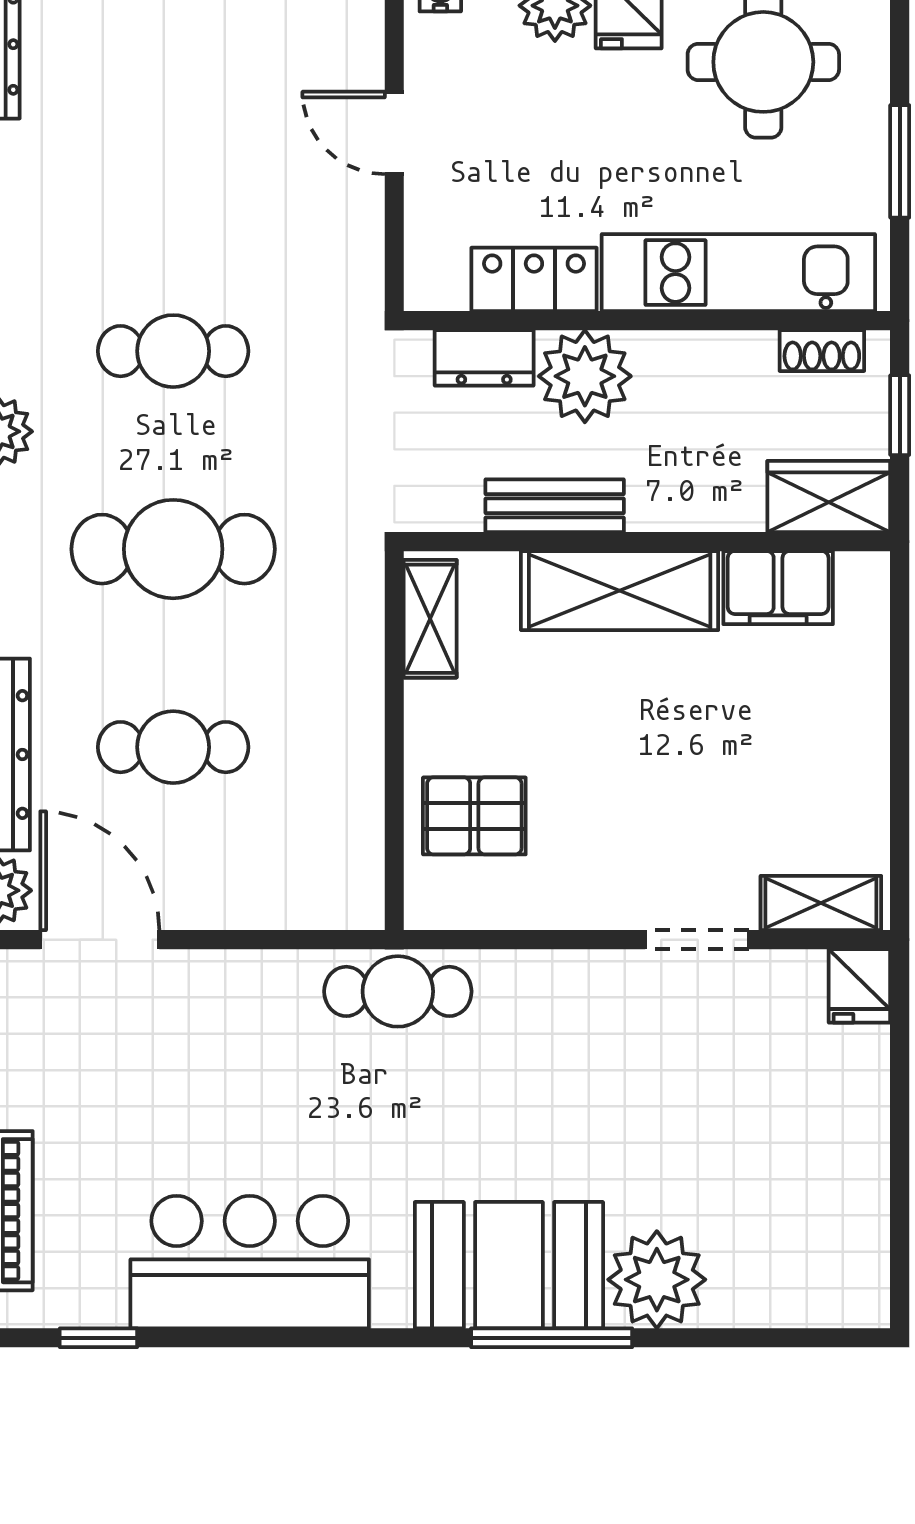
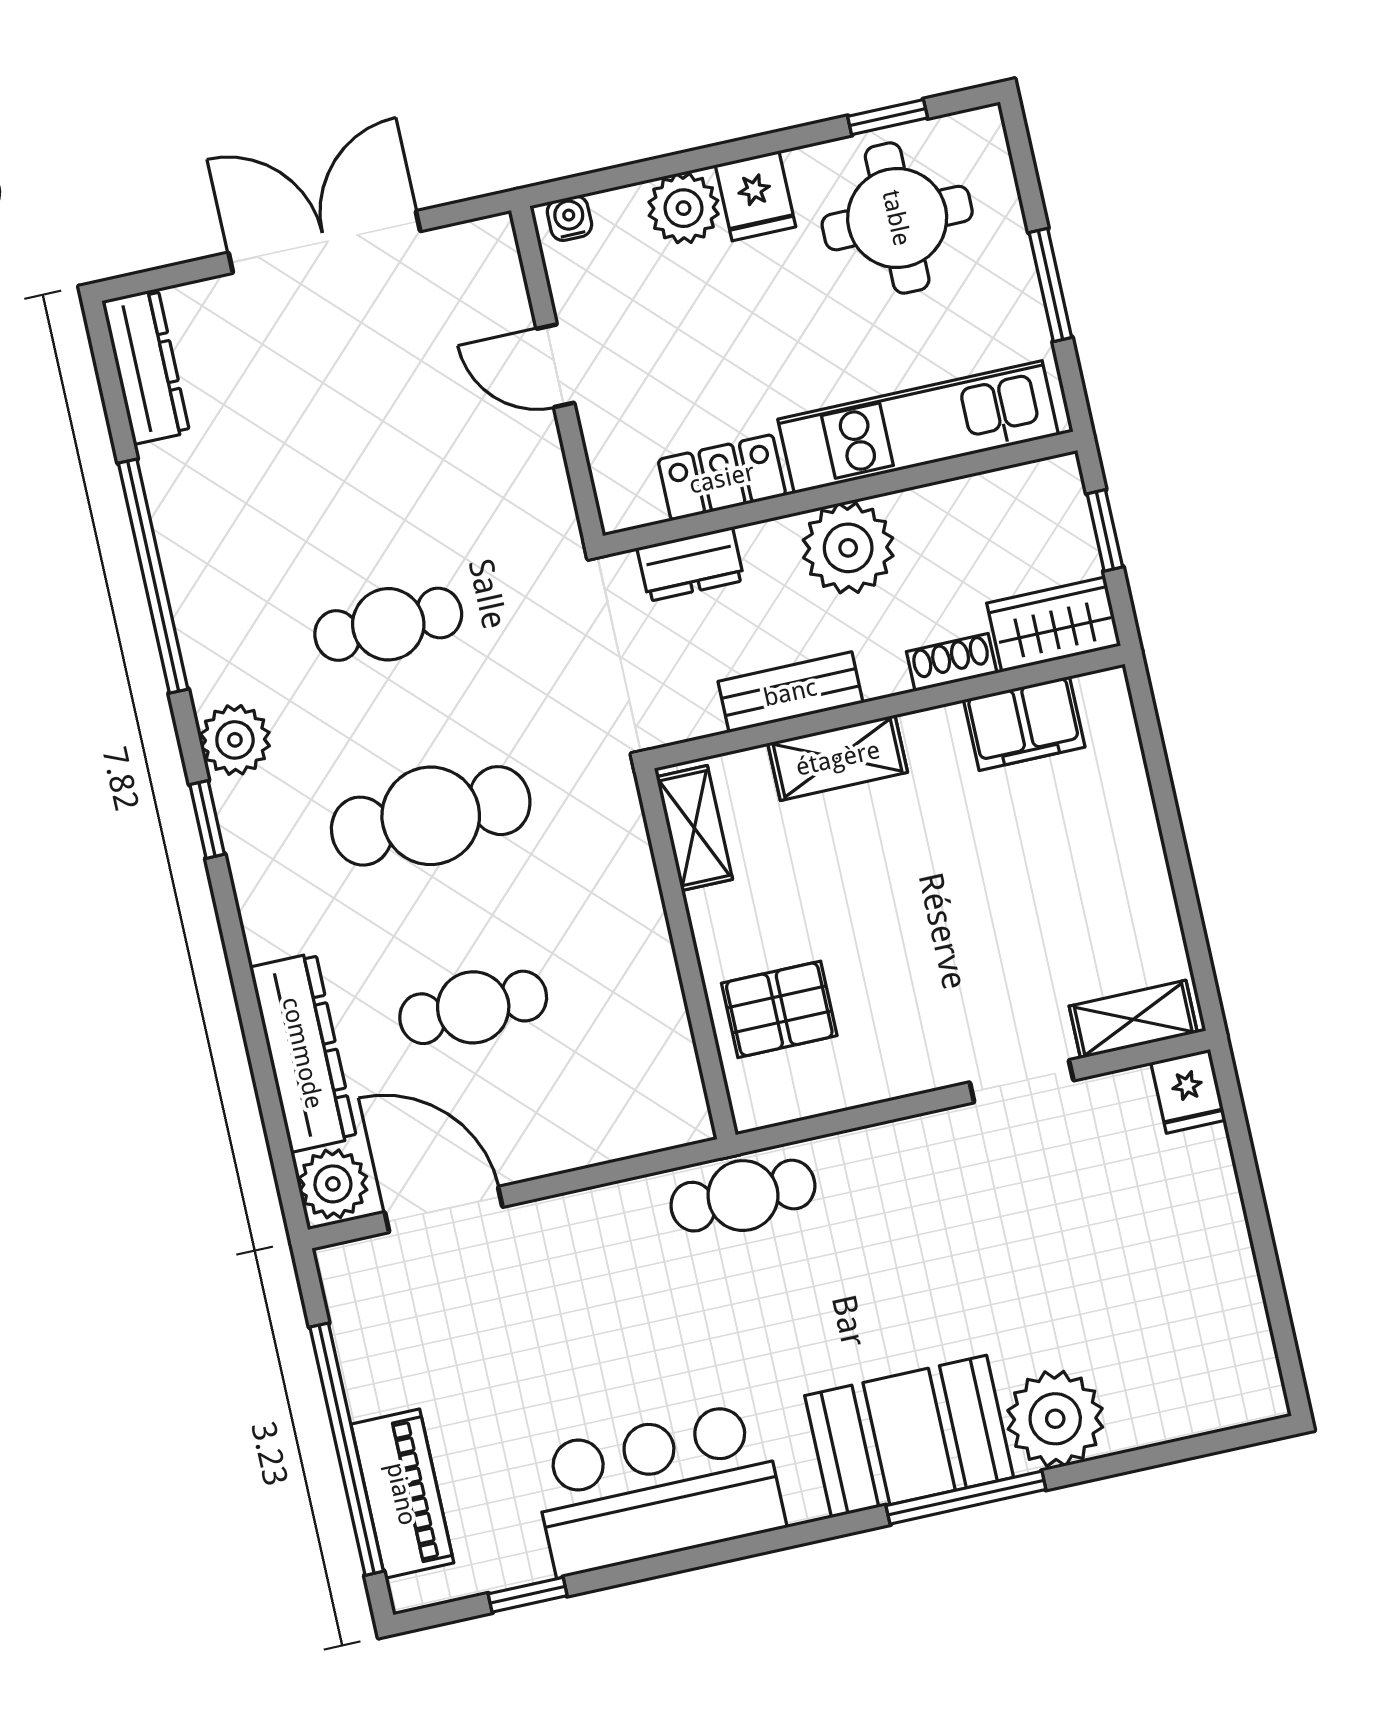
shoe rack: (822, 351) -> (952, 662), moved, turned 180
plant: (585, 376) -> (848, 548), moved
shelving: (620, 591) -> (838, 758), width x0.67, depth x0.75

